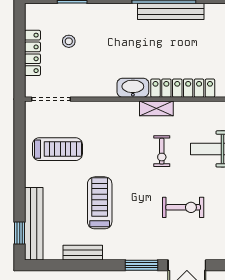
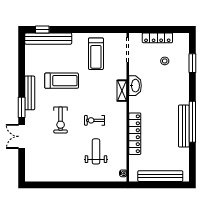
washbasin: (133, 88) -> (135, 86), moved
shelving: (156, 108) -> (122, 91), moved
exercise bike: (183, 207) -> (61, 120), moved
bench: (83, 253) -> (30, 93), moved, width x1.36

